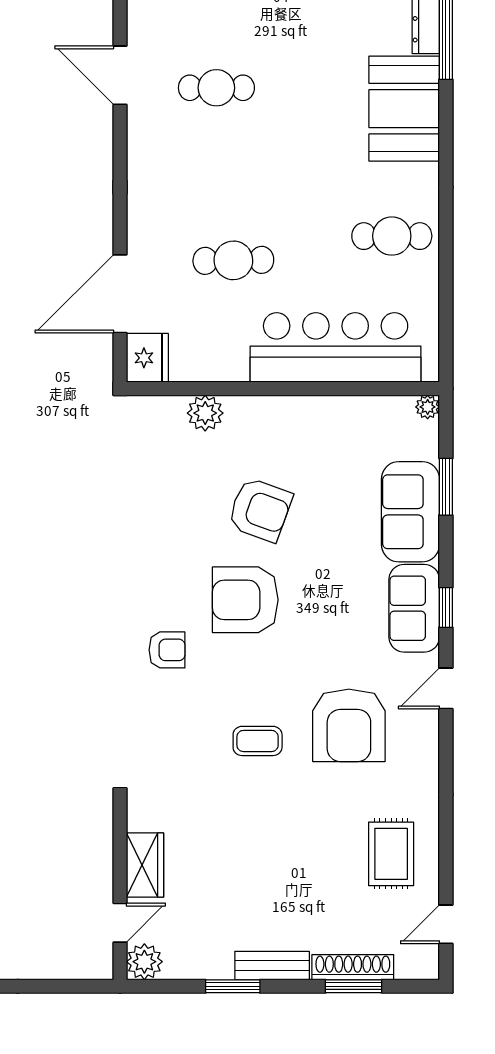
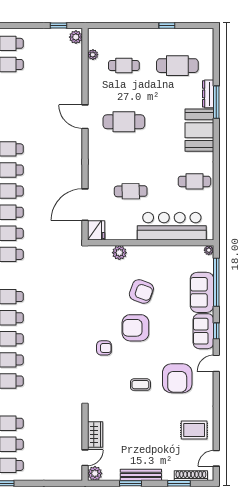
cafe table: (216, 88) -> (124, 122), width x1.37, depth x1.35
window: (446, 487) -> (216, 282), width x2.11
rug: (391, 854) -> (194, 430), turned 90
bench: (272, 966) -> (141, 475), width x1.36
shoe rack: (353, 967) -> (191, 476), moved

